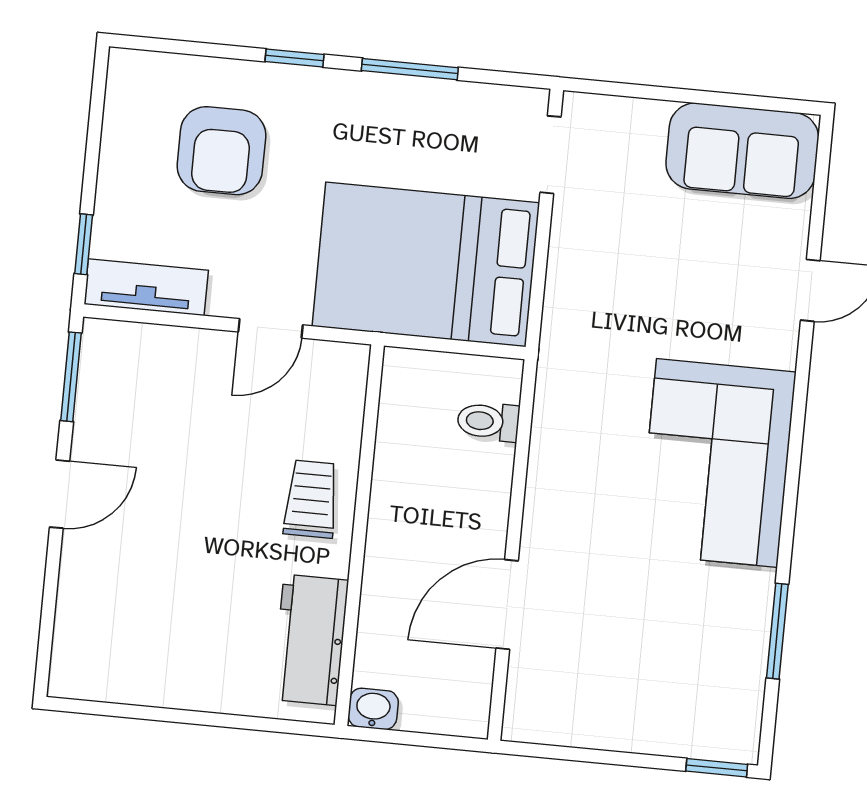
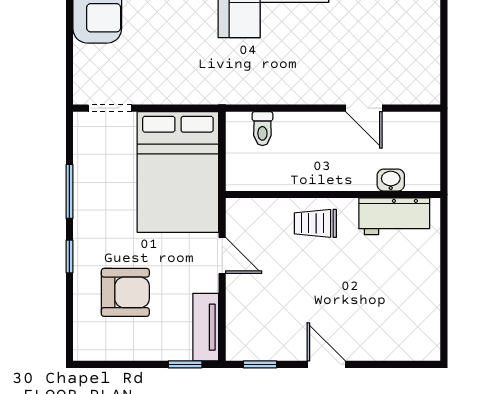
window: (71, 377) -> (260, 364), width x0.67
door: (507, 605) -> (364, 108), width x0.73
washbasin: (373, 709) -> (391, 180), moved, turned 90

